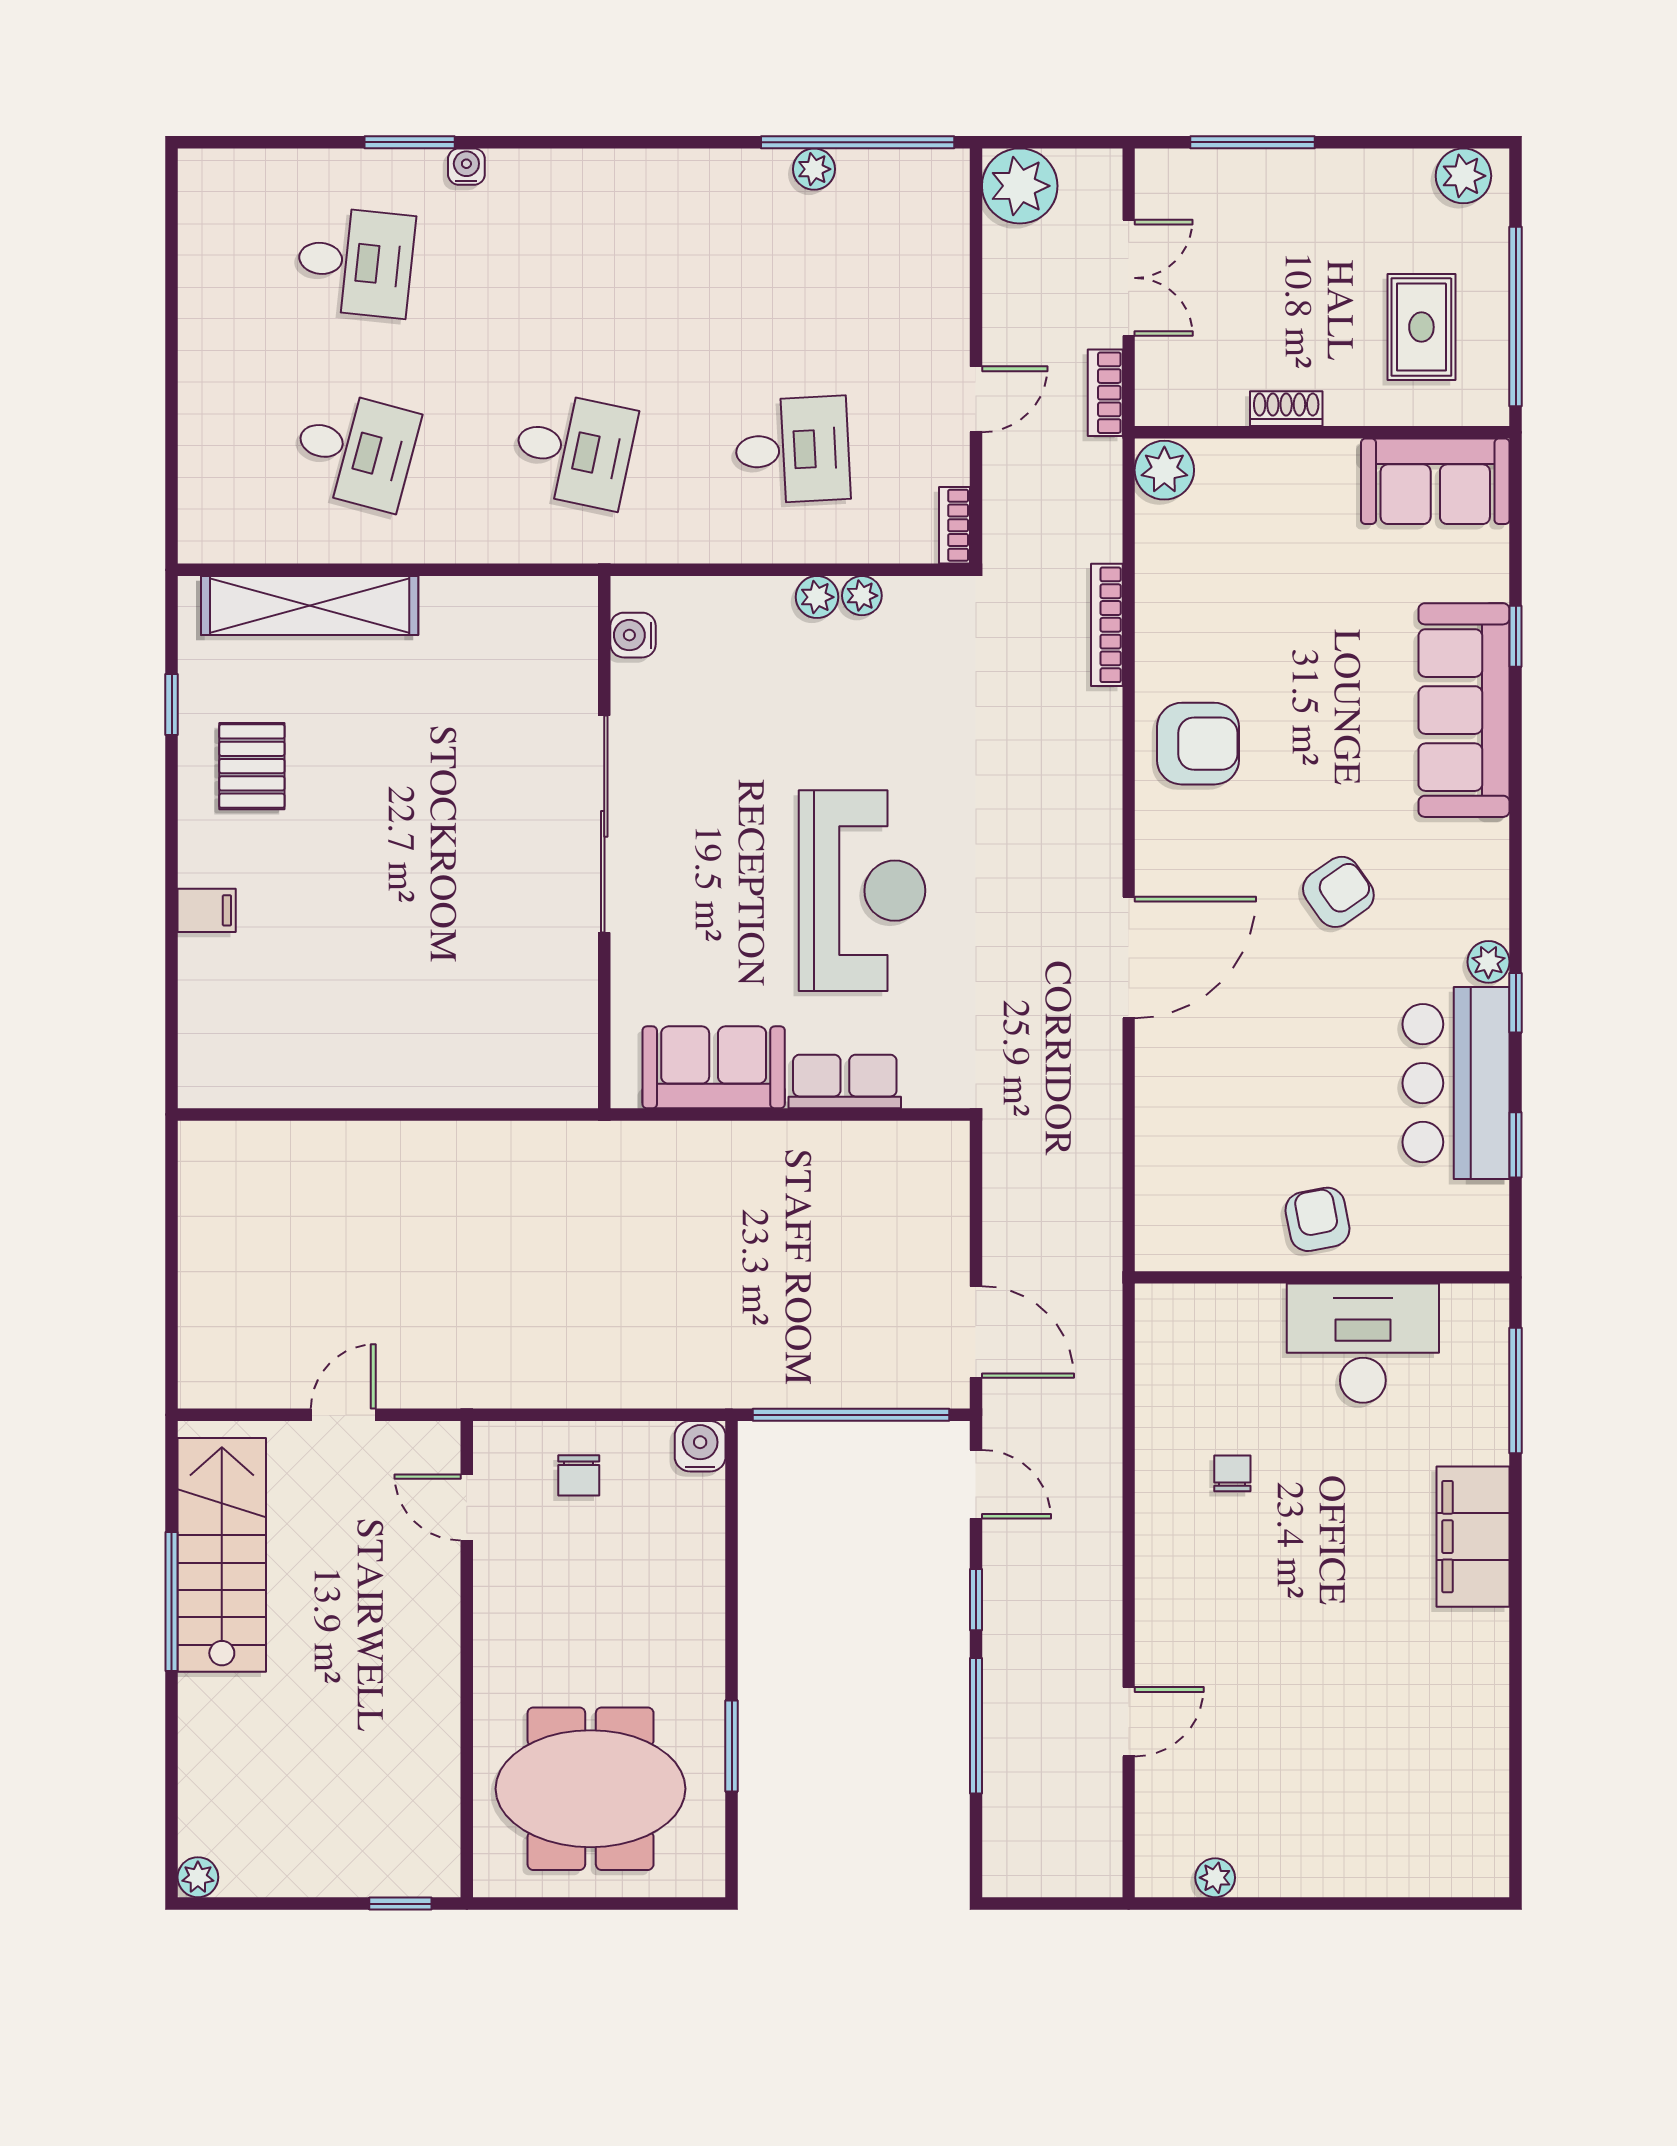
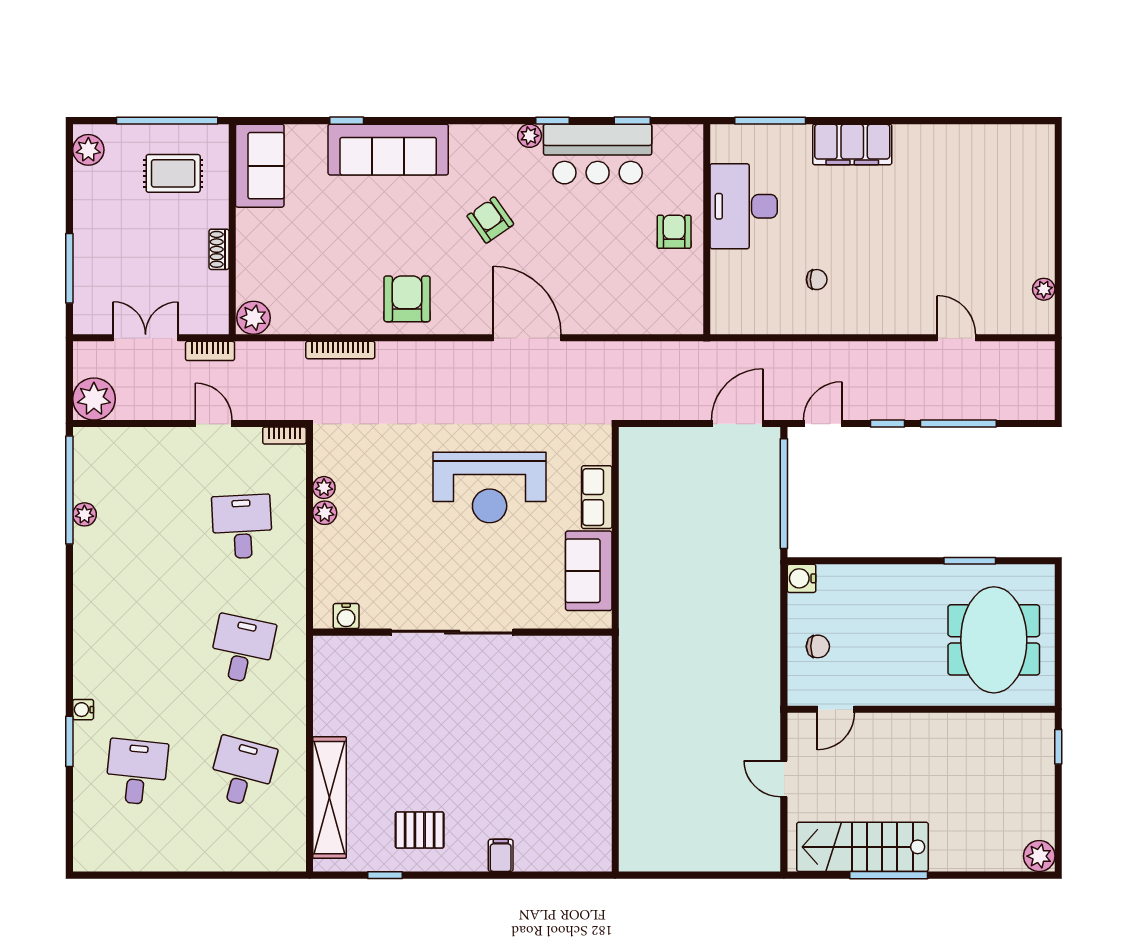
reception desk: (862, 891) -> (490, 487), turned 180
armchair: (1317, 1219) -> (674, 232), turned 101
chair: (1232, 1473) -> (817, 280), turned 180
plant: (198, 1877) -> (1039, 856), width x1.38, depth x1.38

